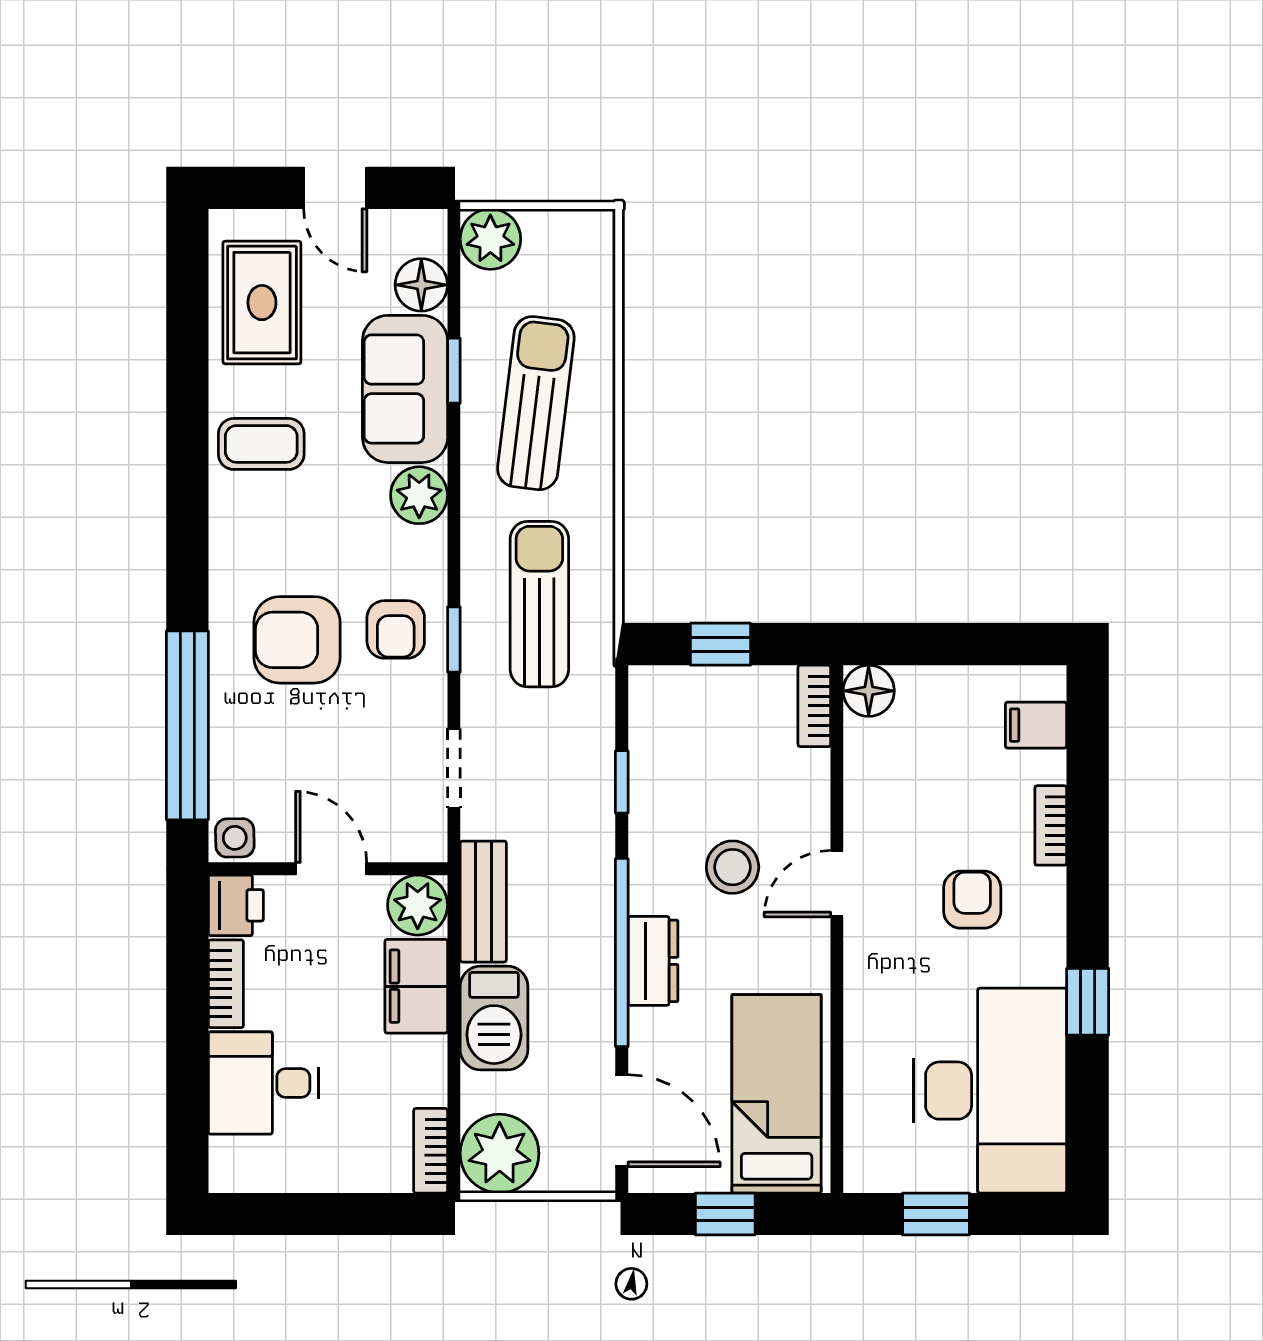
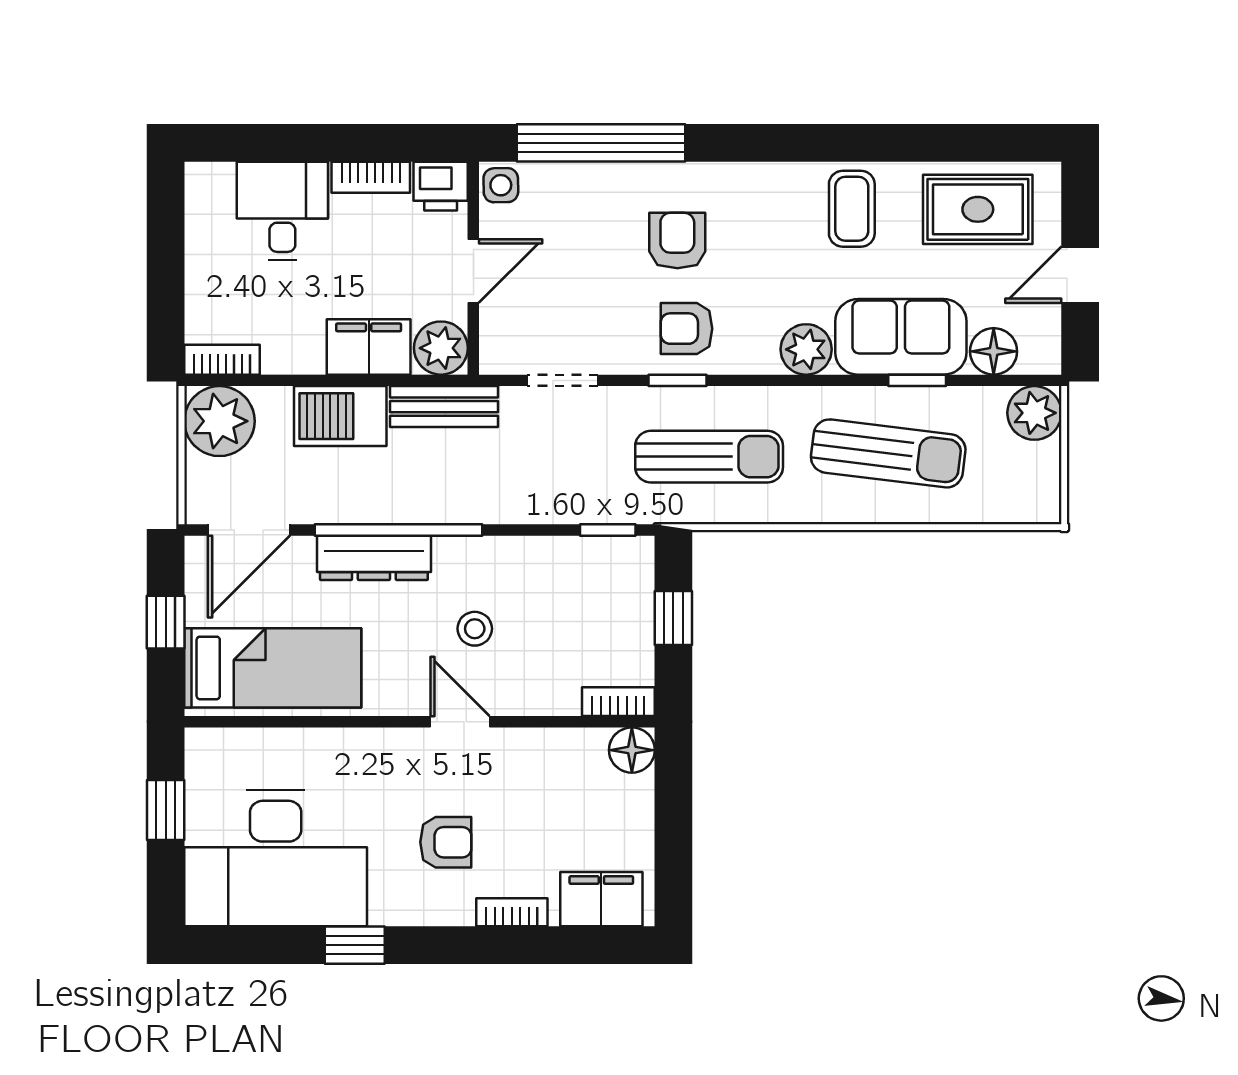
armchair: (297, 640) -> (677, 241), width x0.72, depth x0.72
filing cabinet: (1036, 725) -> (601, 899), width x2.00
window: (622, 782) -> (608, 530), moved
stool: (733, 867) -> (475, 629), width x0.73, depth x0.73
dresser: (653, 961) -> (374, 558), width x1.44

